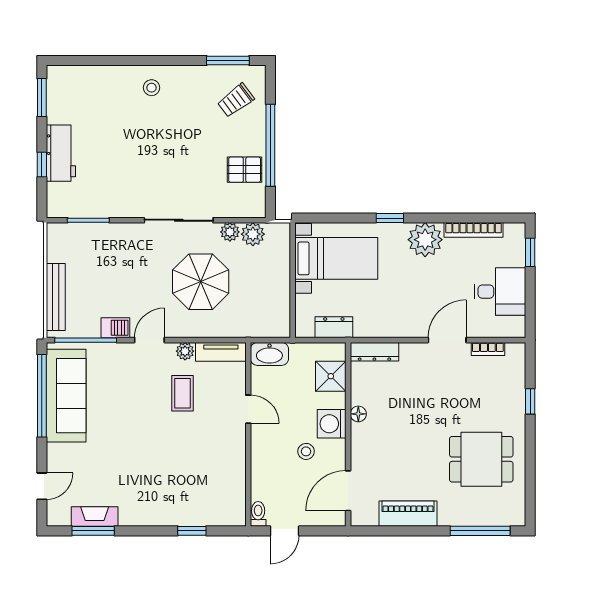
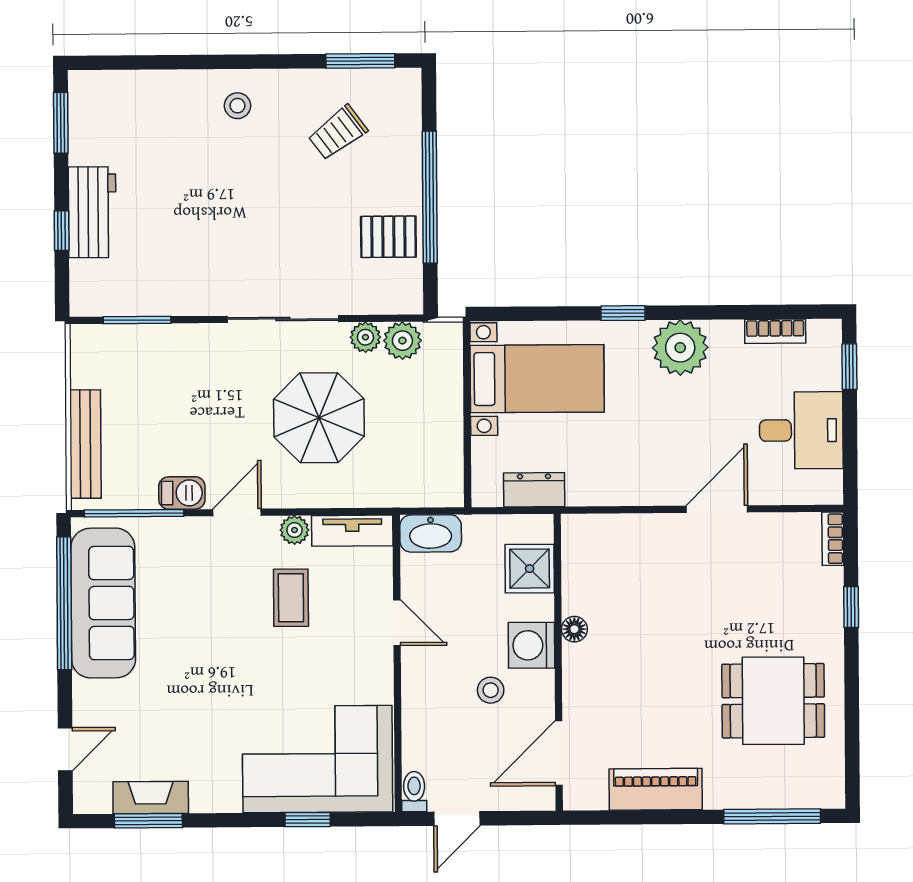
trolley: (236, 100) -> (338, 133), moved
bookcase: (474, 230) -> (775, 331), width x0.64
bookcase: (488, 349) -> (833, 539), moved, turned 90
dresser: (374, 352) -> (600, 529), removed
corner sofa: (198, 493) -> (317, 759), added

